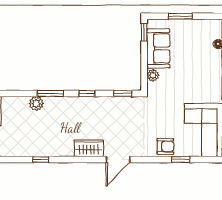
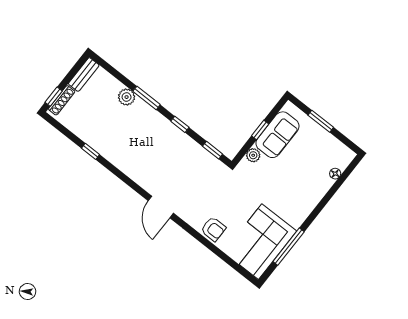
window: (144, 32) -> (260, 130), moved
wardrobe: (89, 148) -> (142, 176), removed
door: (118, 160) -> (161, 207), hinge flipped
window: (181, 160) -> (218, 252), removed

